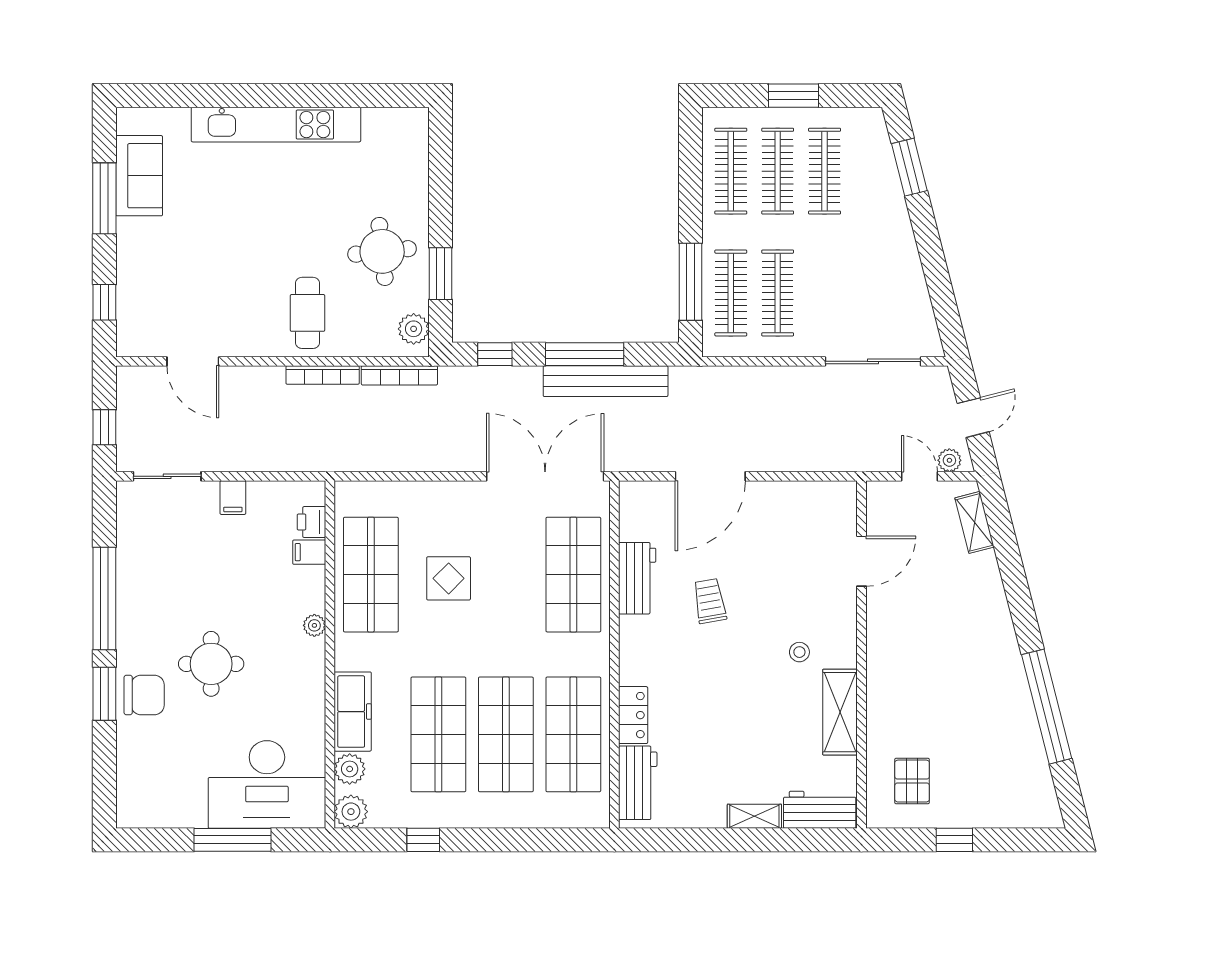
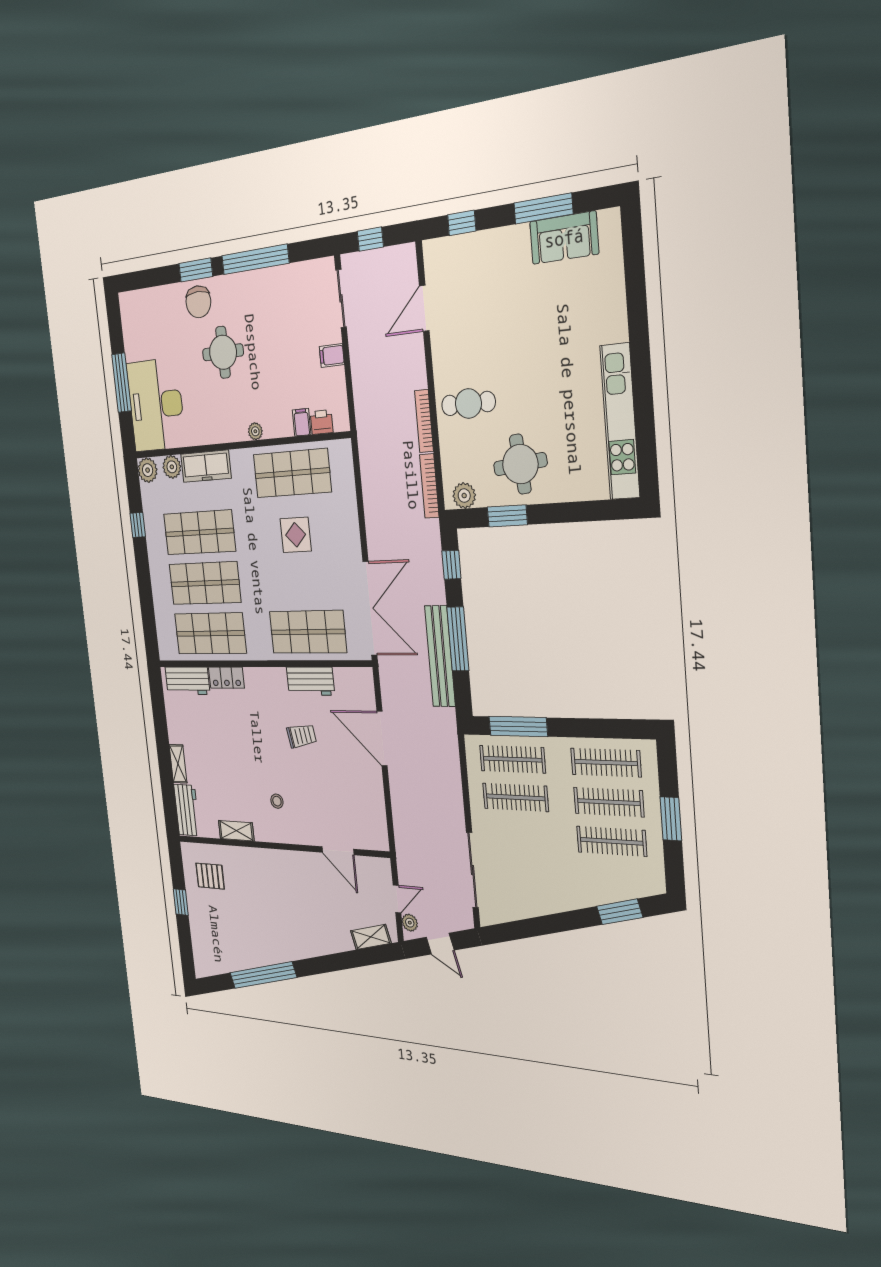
kitchen unit: (276, 125) -> (620, 422), moved
shelving: (840, 712) -> (236, 831), width x0.67, depth x0.75

